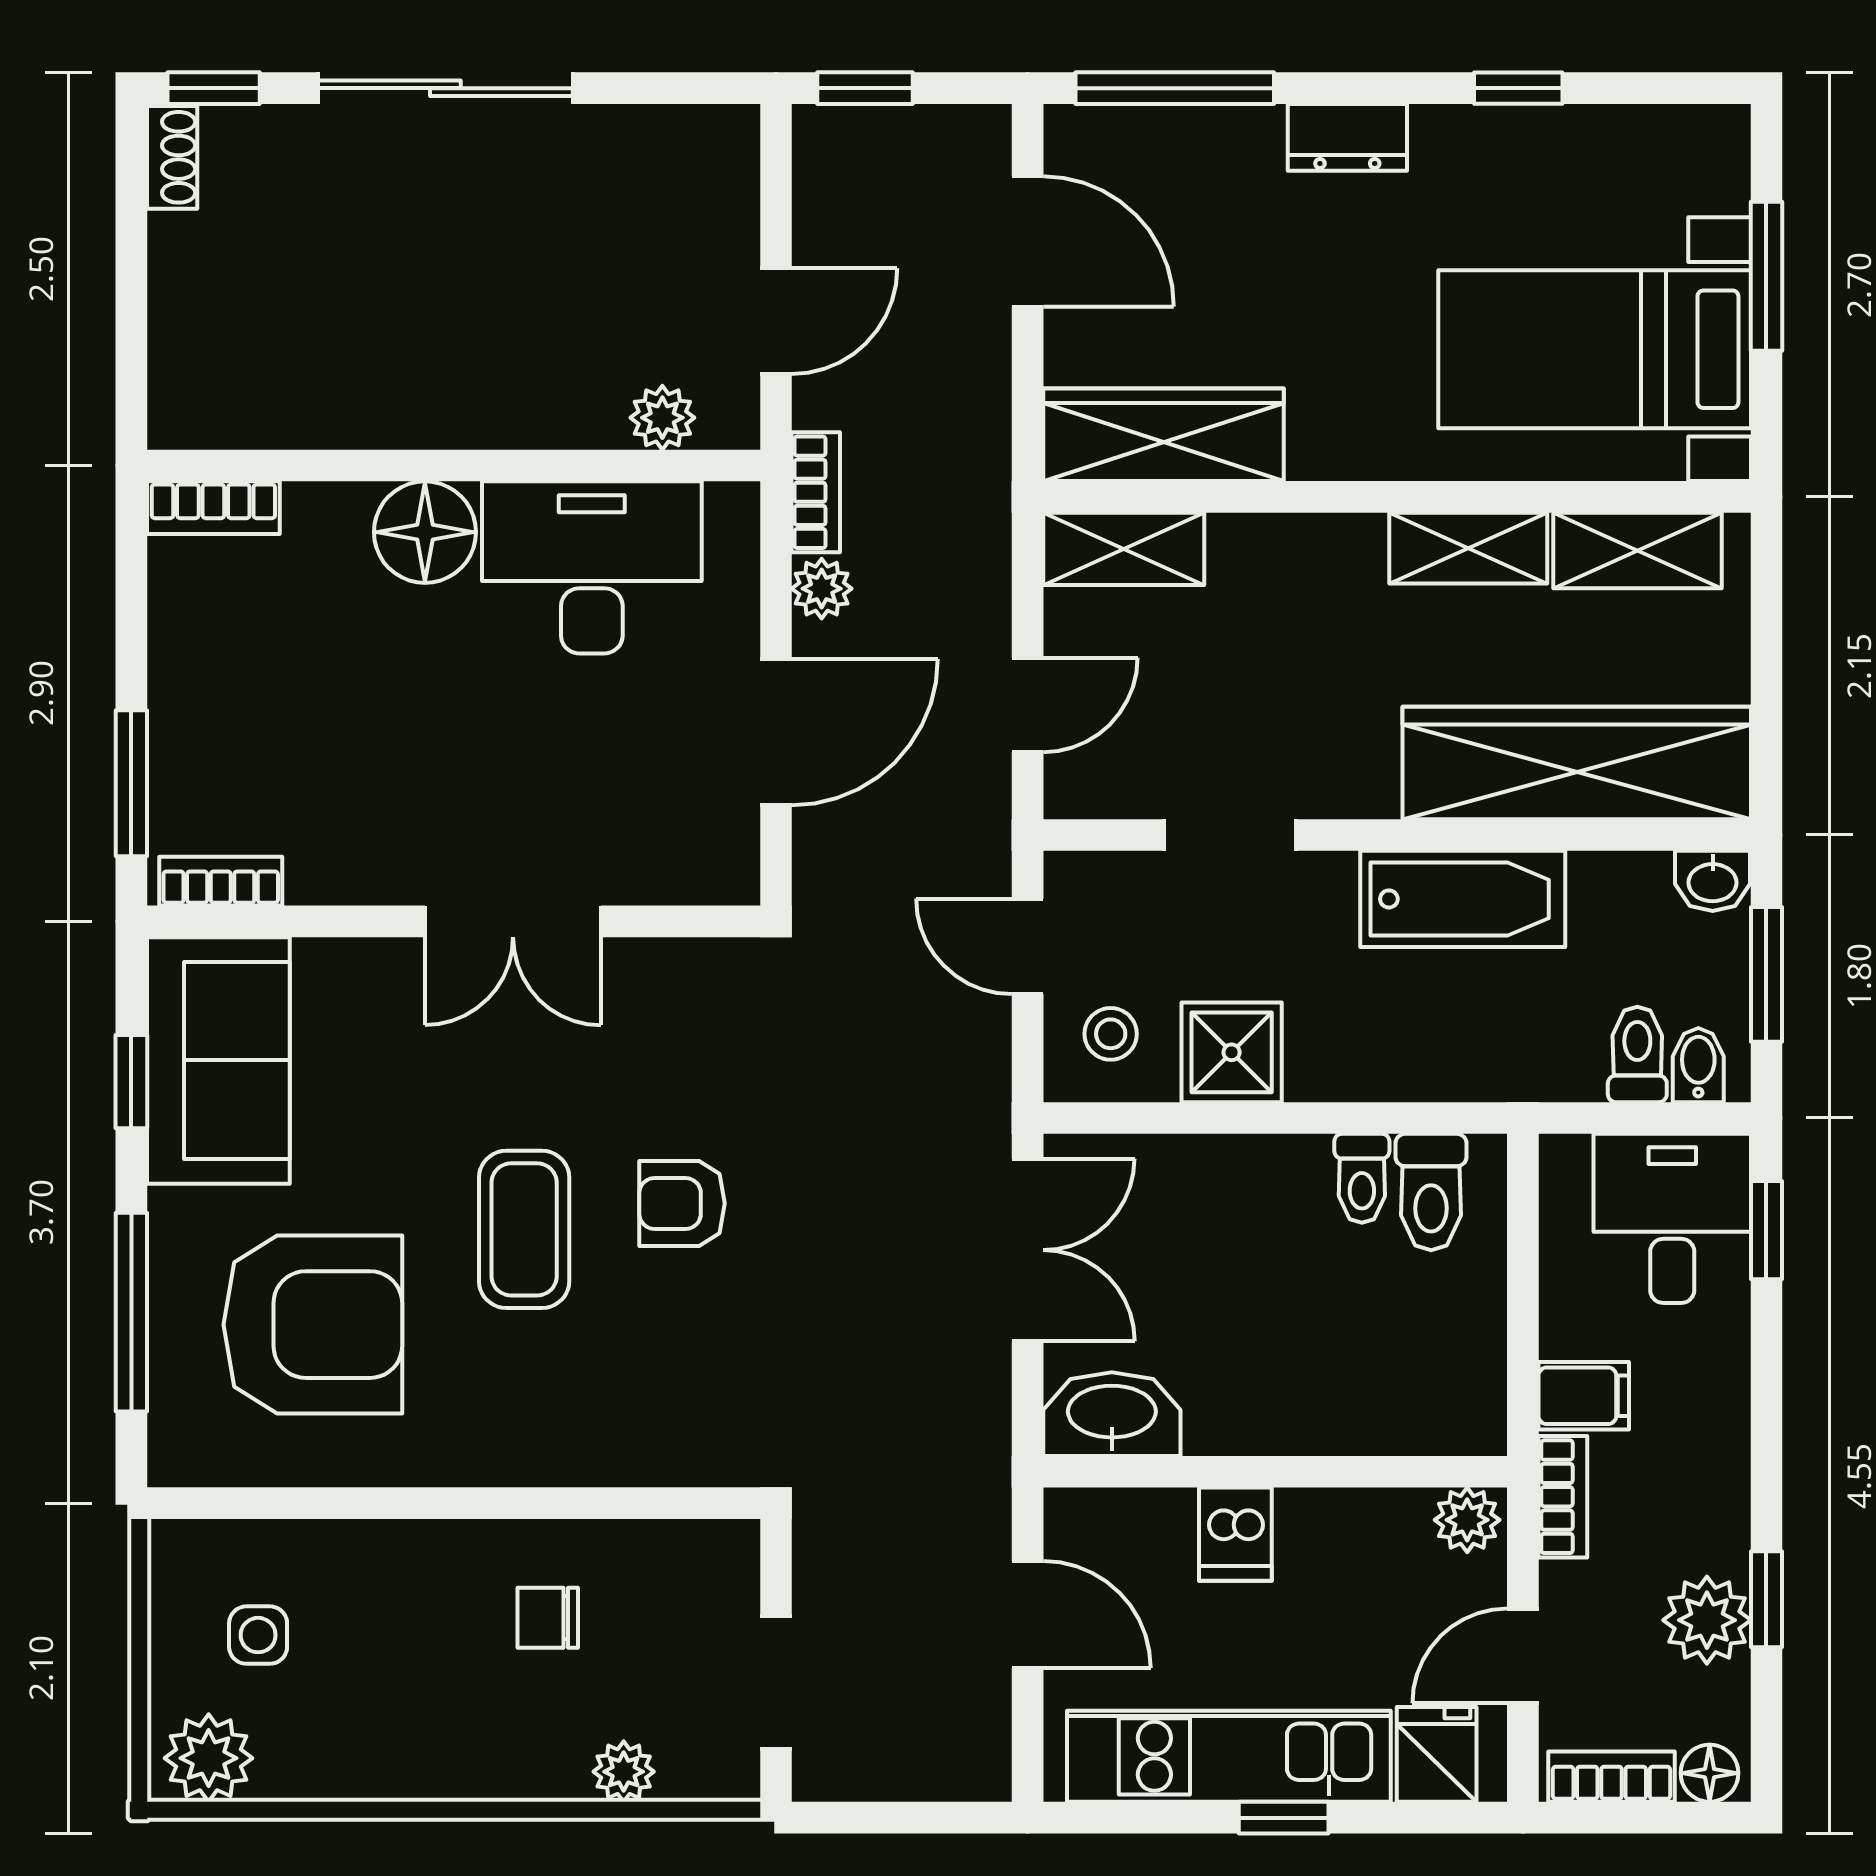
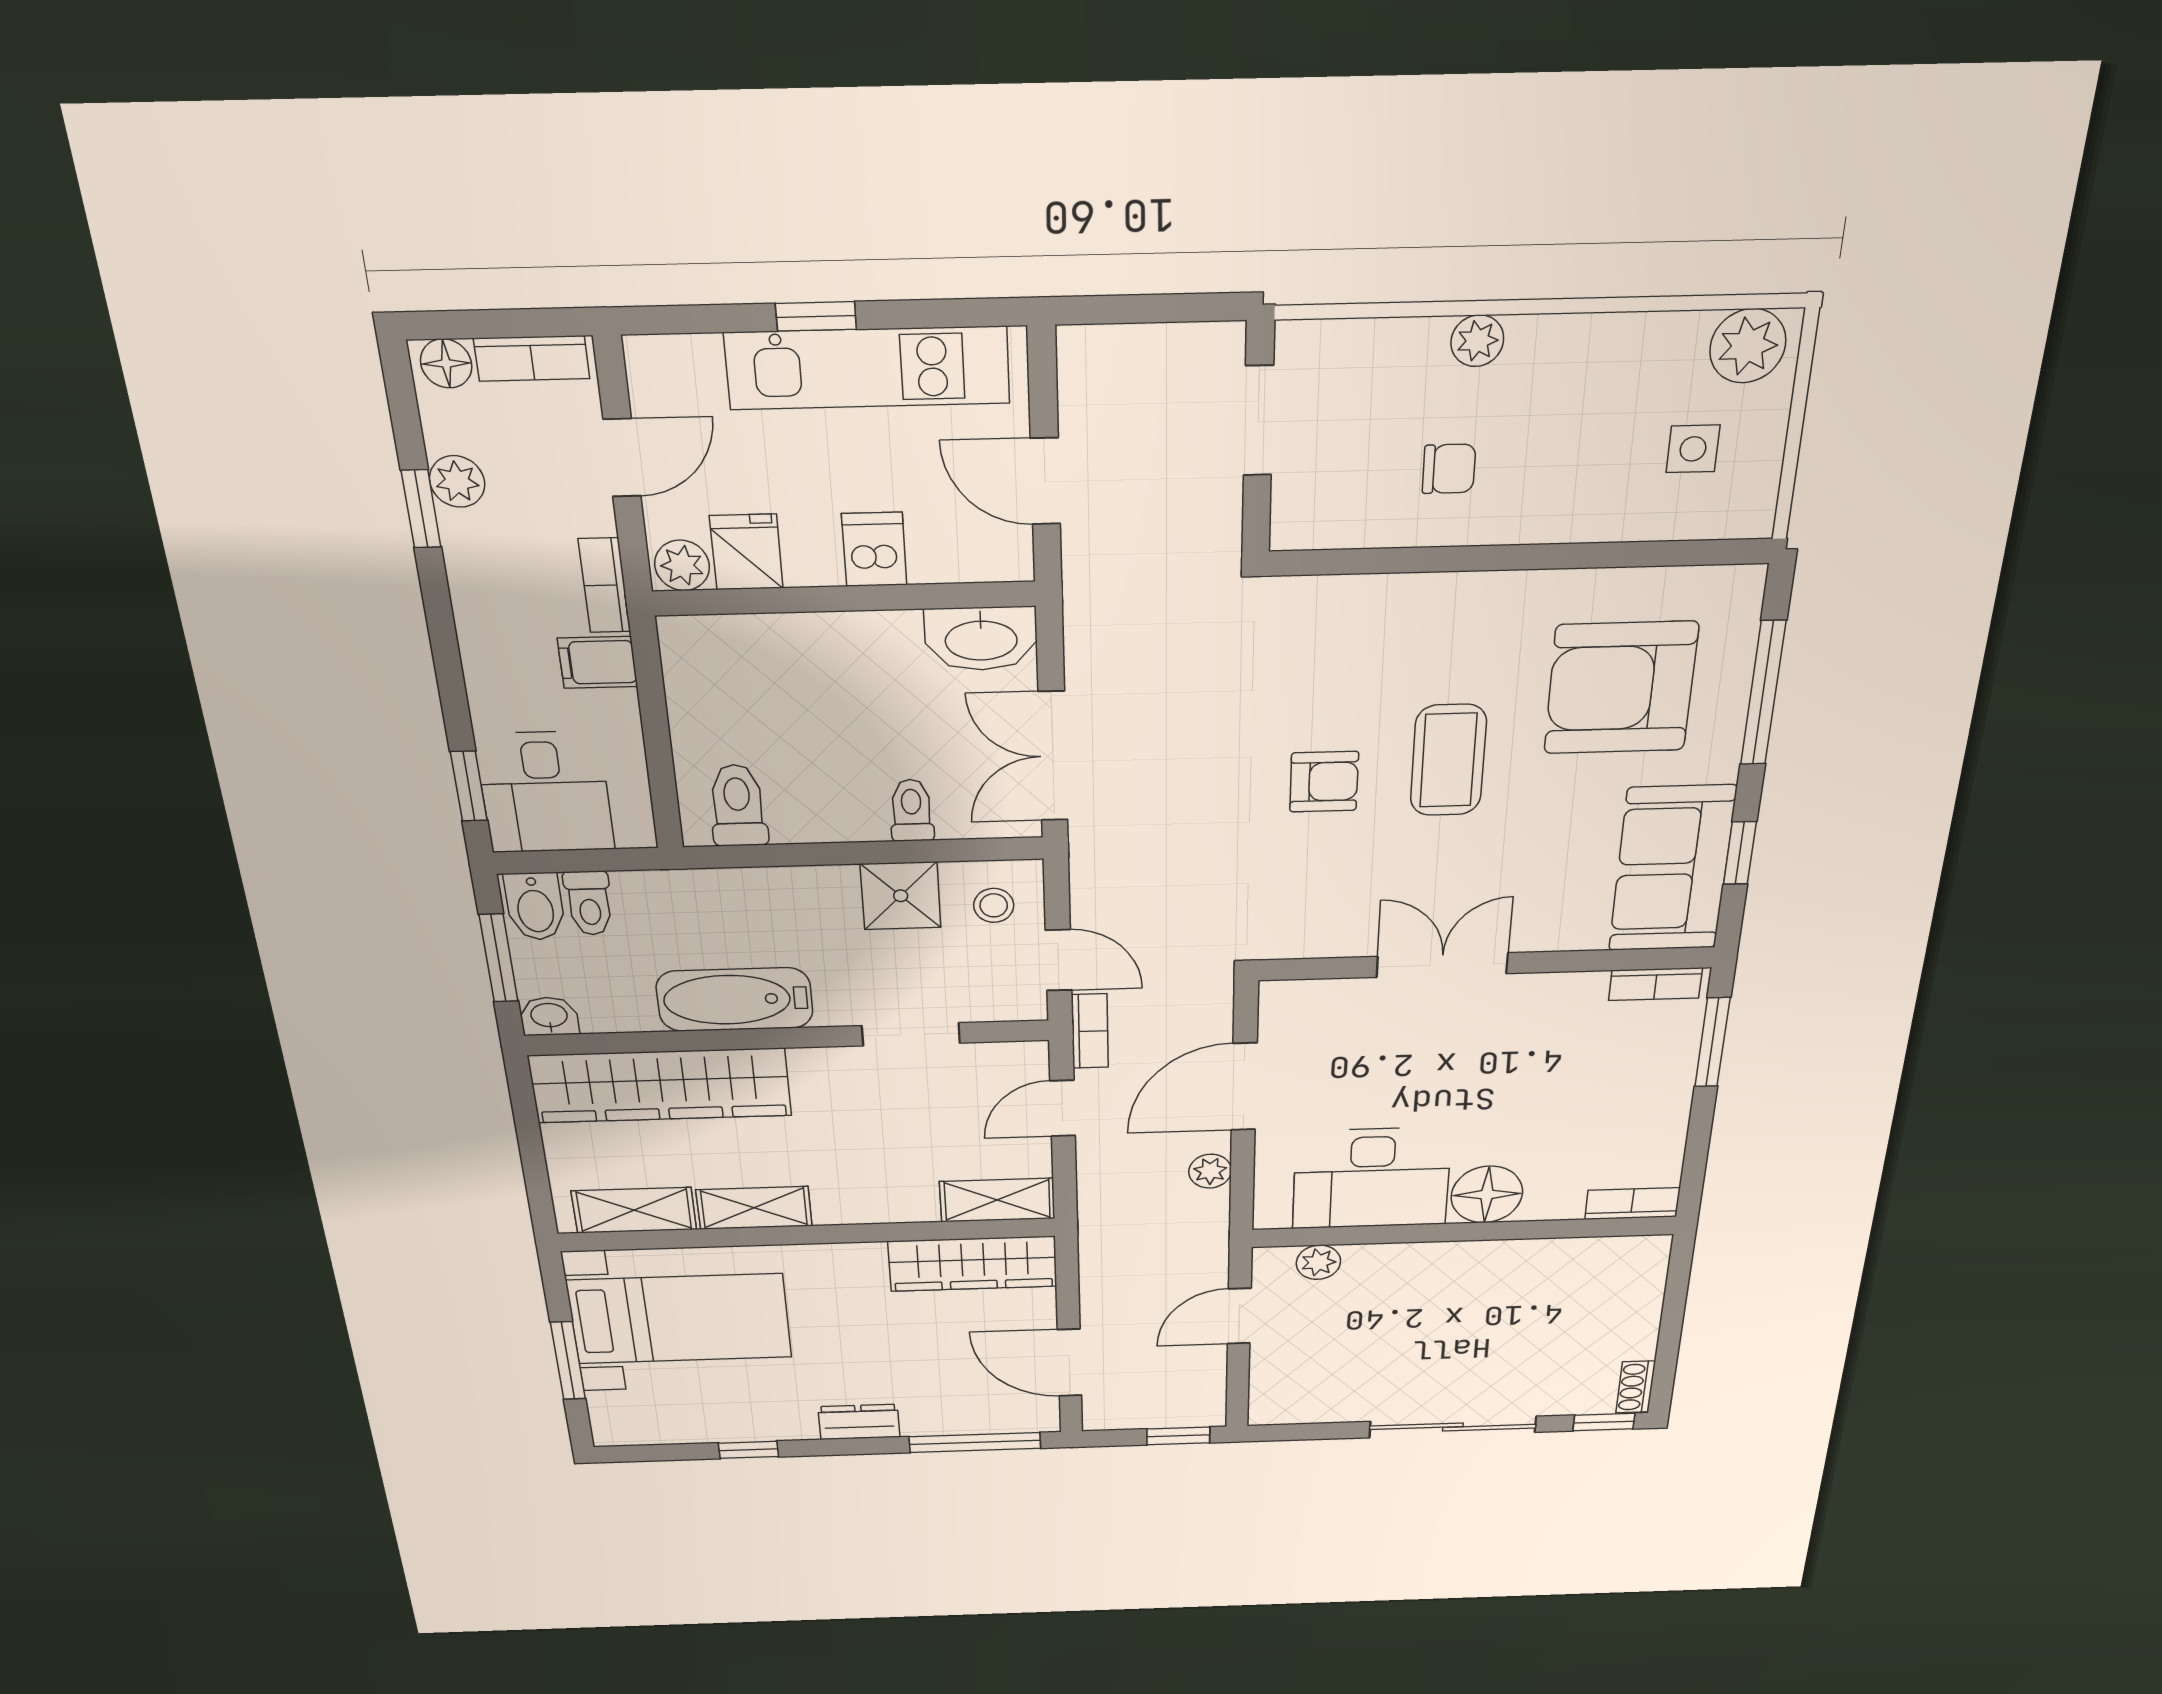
bookcase: (816, 492) -> (1090, 1031), moved, turned 180
bidet: (1698, 1065) -> (535, 906), width x1.38, depth x1.36
toilet: (1362, 1178) -> (912, 810), moved
plant: (1707, 1620) -> (457, 481), width x0.73, depth x0.73
fridge: (1437, 1754) -> (746, 552), moved, turned 180
plant: (624, 1772) -> (1477, 341), moved

